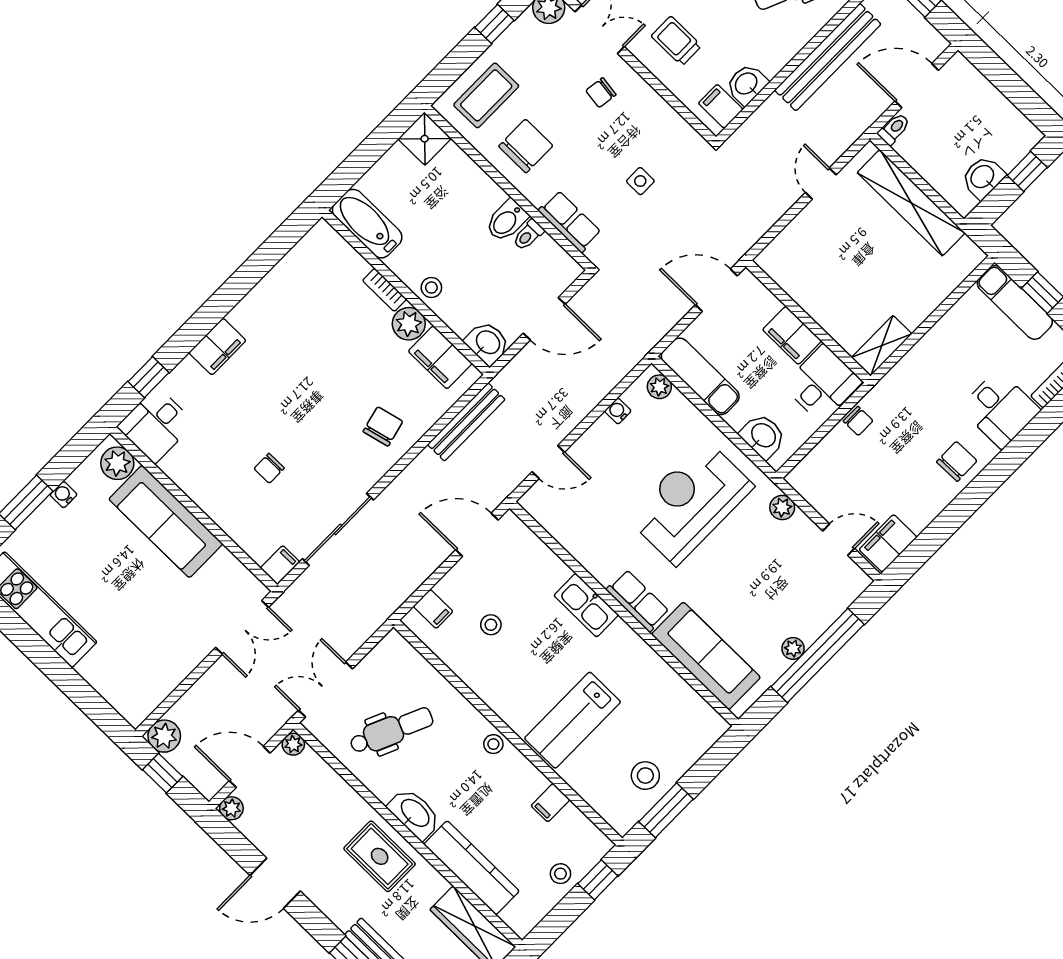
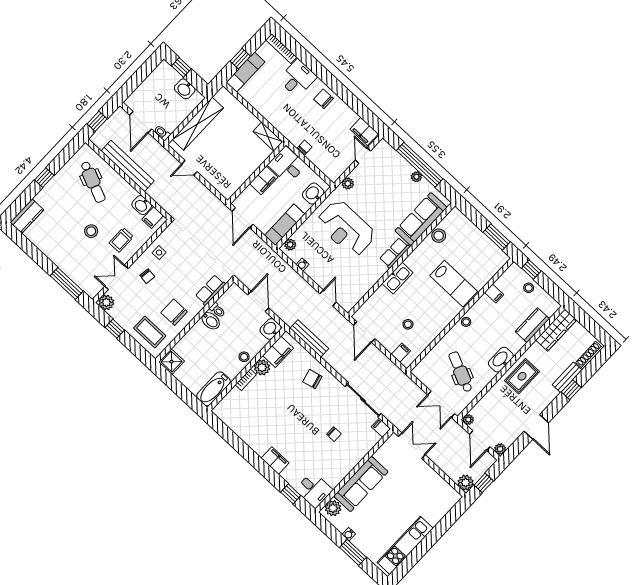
side table: (640, 181) -> (159, 253), moved
stool: (645, 776) -> (439, 236), moved
kitchen counter: (471, 868) -> (532, 325), width x0.67

